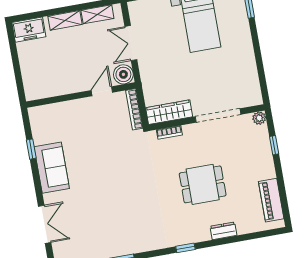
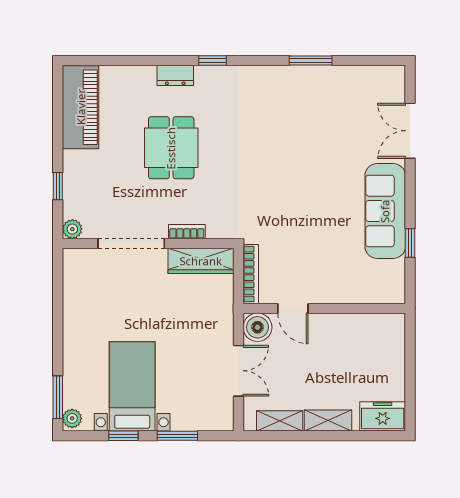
door: (102, 91) -> (293, 308), hinge flipped
bookcase: (169, 132) -> (187, 232), moved
sofa: (52, 168) -> (385, 211), width x1.36
dining table: (203, 184) -> (171, 148), turned 90
piano: (271, 200) -> (81, 107), width x1.37, depth x1.33
dresser: (223, 231) -> (175, 75), moved

